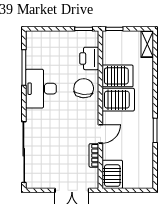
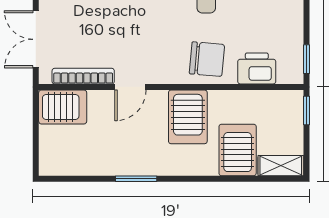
server rack: (118, 76) -> (238, 150), moved, turned 180
door: (100, 134) -> (130, 87), hinge flipped
bookcase: (94, 155) -> (83, 76), width x1.56

